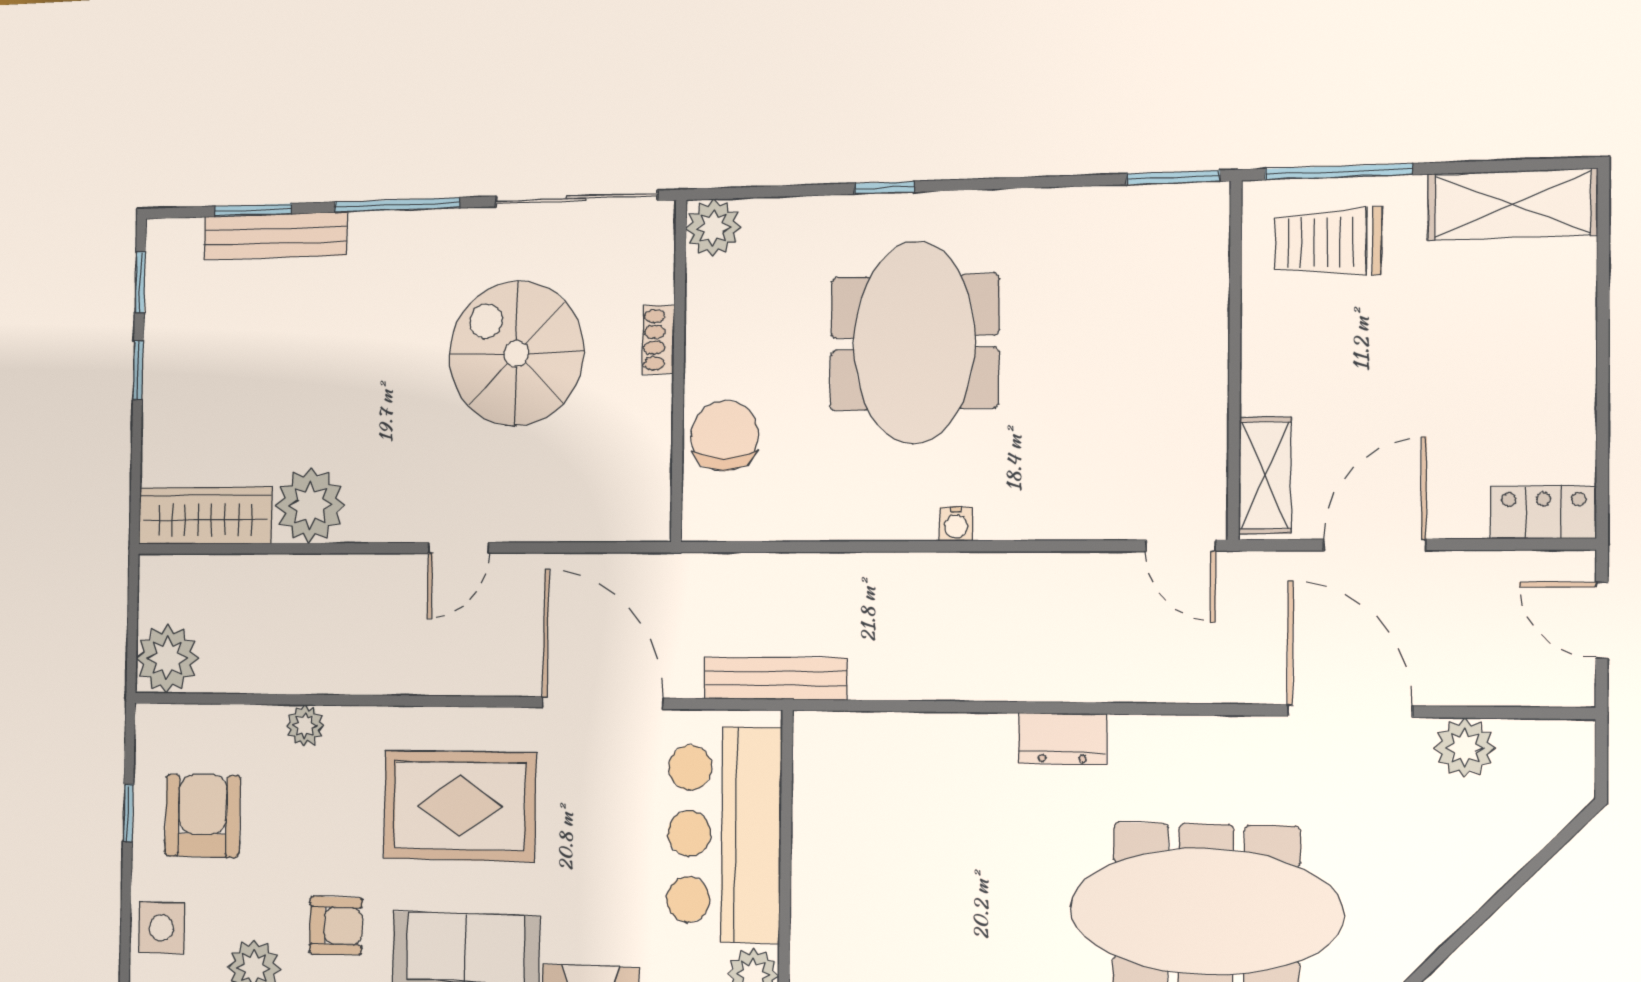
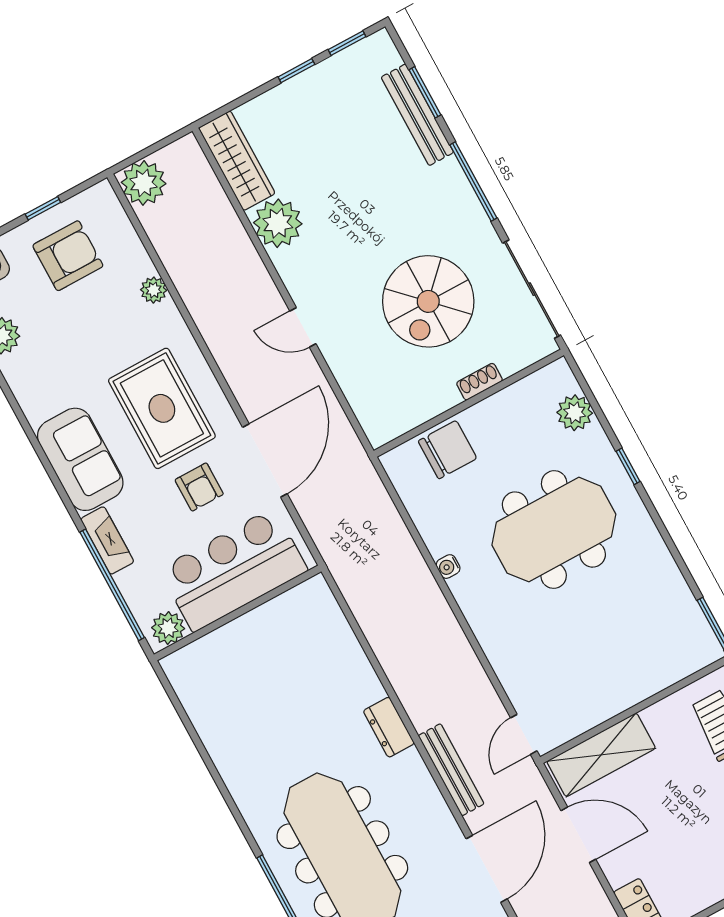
plant: (713, 228) -> (575, 413), moved
spiral stairs: (516, 353) -> (428, 301), turned 180
shelving: (1265, 475) -> (601, 755), width x1.50, depth x1.33
water cooler: (956, 524) -> (448, 567), moved
bench: (775, 678) -> (451, 770), moved
armchair: (336, 926) -> (199, 487), moved

